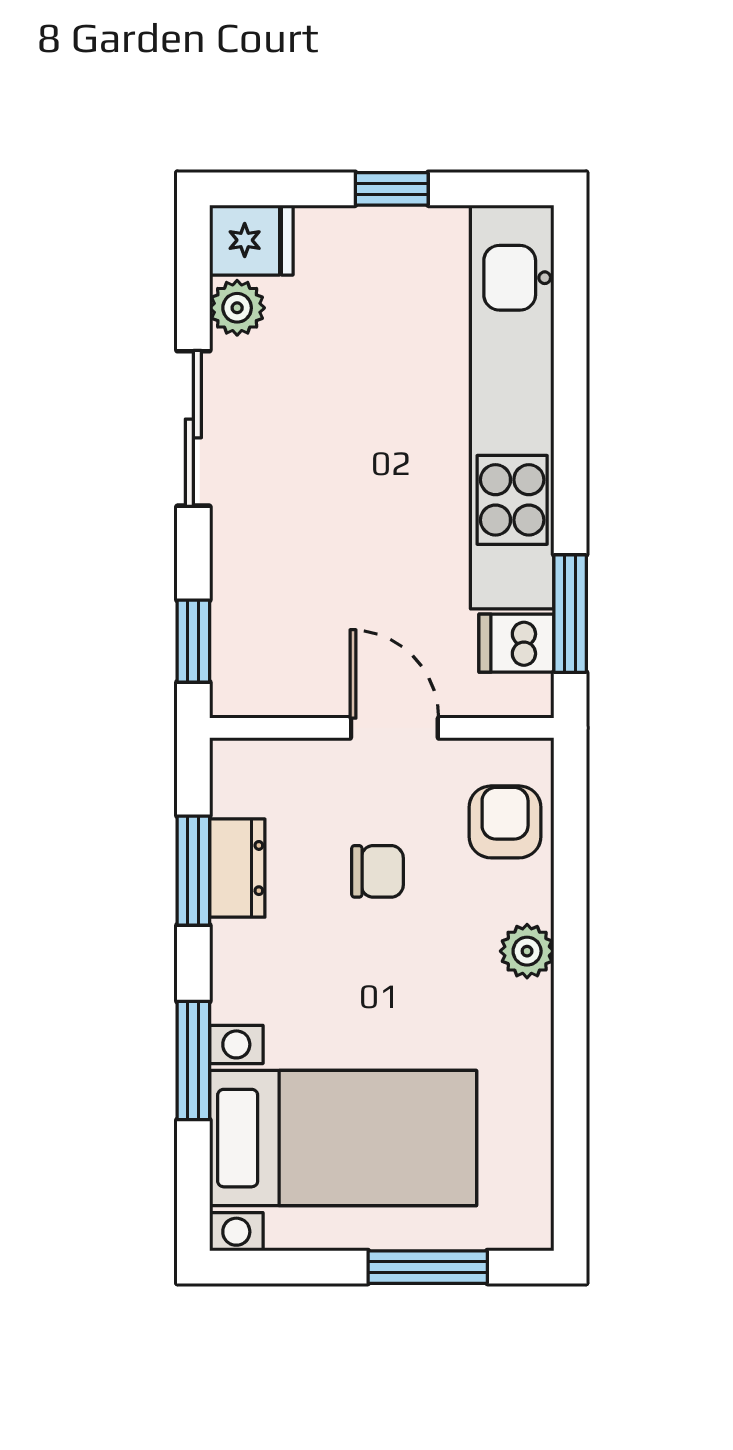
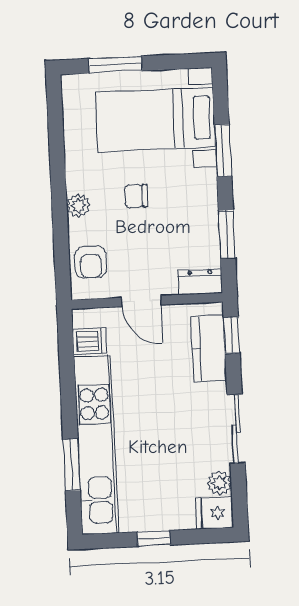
kitchen counter: (247, 614) -> (209, 348), added
window: (570, 614) -> (72, 465), moved
dresser: (237, 868) -> (200, 282), moved, turned 90
chair: (378, 871) -> (136, 196), moved

